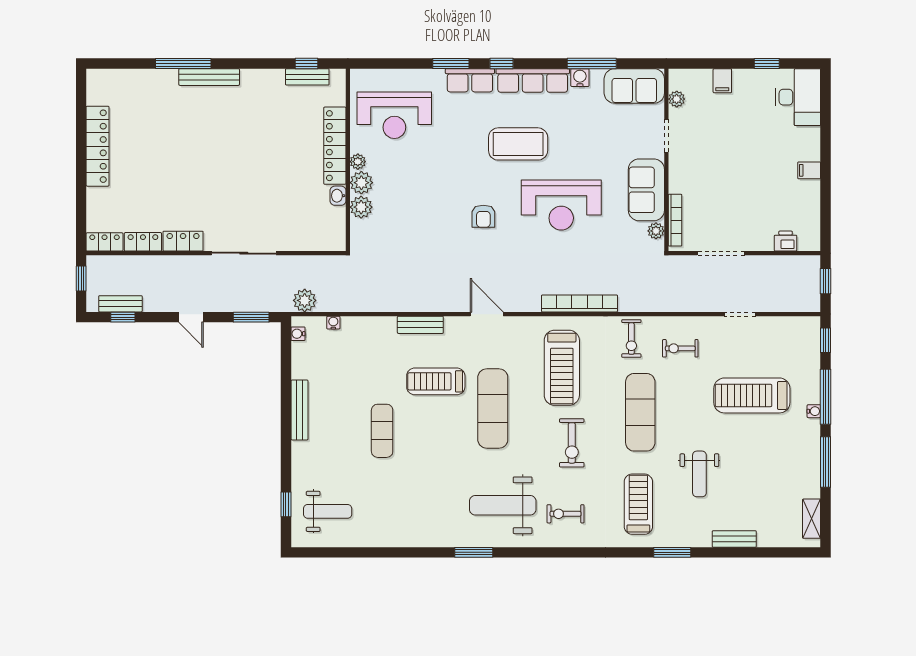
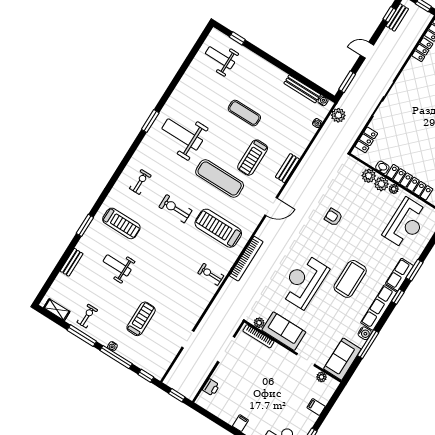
reception desk: (394, 115) -> (406, 223), turned 180
armchair: (483, 216) -> (333, 217), moved
locker: (183, 241) -> (366, 140), moved
exercise bike: (680, 348) -> (87, 316), moved
treadmill: (436, 381) -> (253, 158), turned 180
treadmill: (752, 395) -> (141, 319), width x0.73, depth x0.73
bench: (299, 410) -> (302, 89), moved
exercise mat: (640, 412) -> (169, 255), removed
weight bench: (503, 505) -> (182, 134), moved, turned -90
weight bench: (328, 511) -> (220, 58), turned 90

